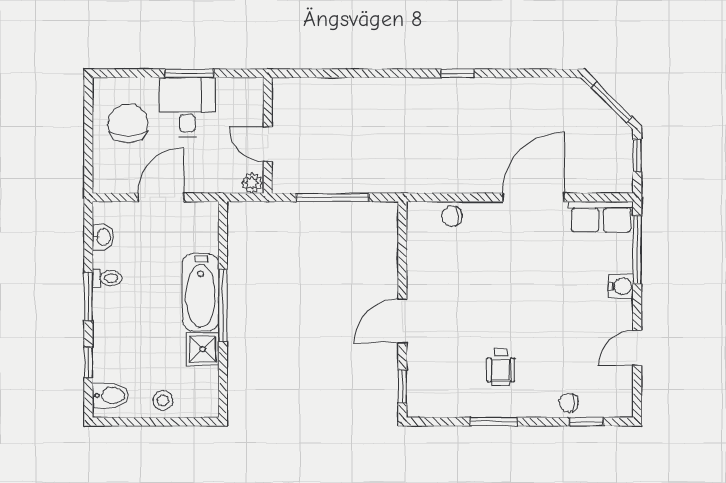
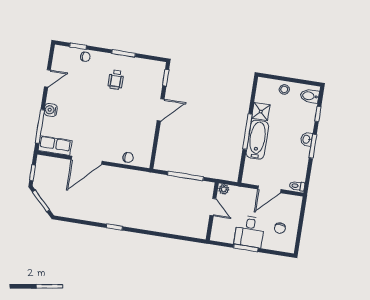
chair: (128, 123) -> (280, 228), width x0.54, depth x0.54
washbasin: (103, 237) -> (307, 139), moved
toilet: (107, 278) -> (297, 186), moved
wheelchair: (501, 367) -> (116, 80), turned 180

